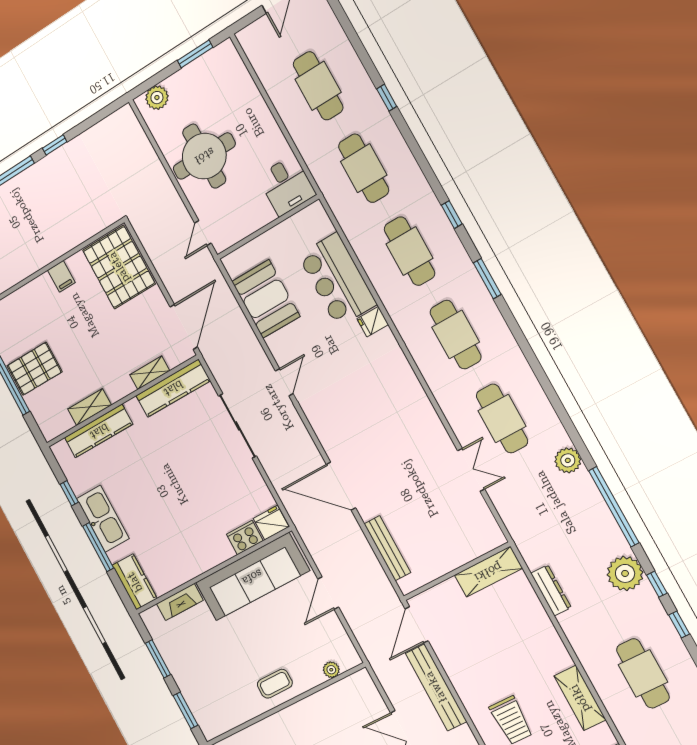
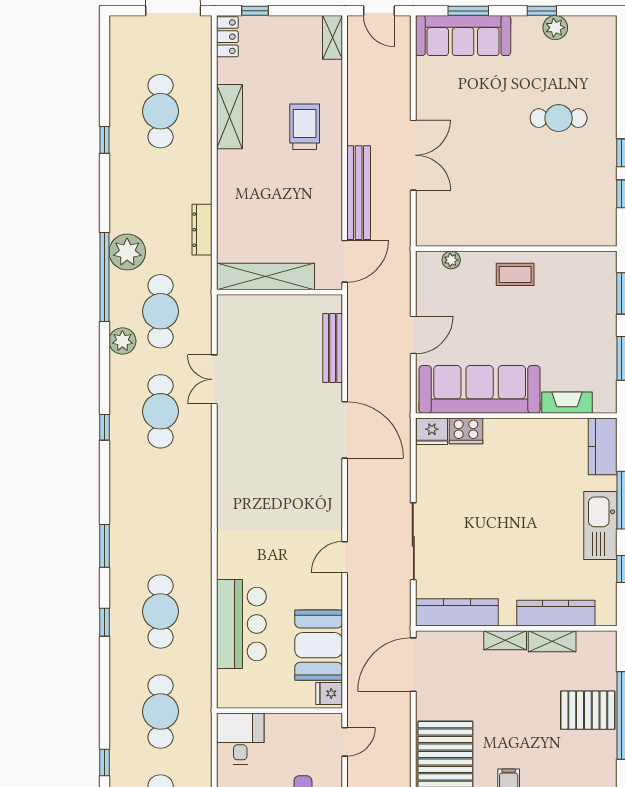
fridge: (373, 322) -> (329, 693), moved, turned 180
cafe table: (456, 335) -> (161, 311), moved
shelving: (150, 373) -> (505, 640), moved
shelving: (488, 572) -> (265, 277), width x1.47
plant: (625, 573) -> (127, 252), moved
window: (657, 584) -> (104, 427), moved

